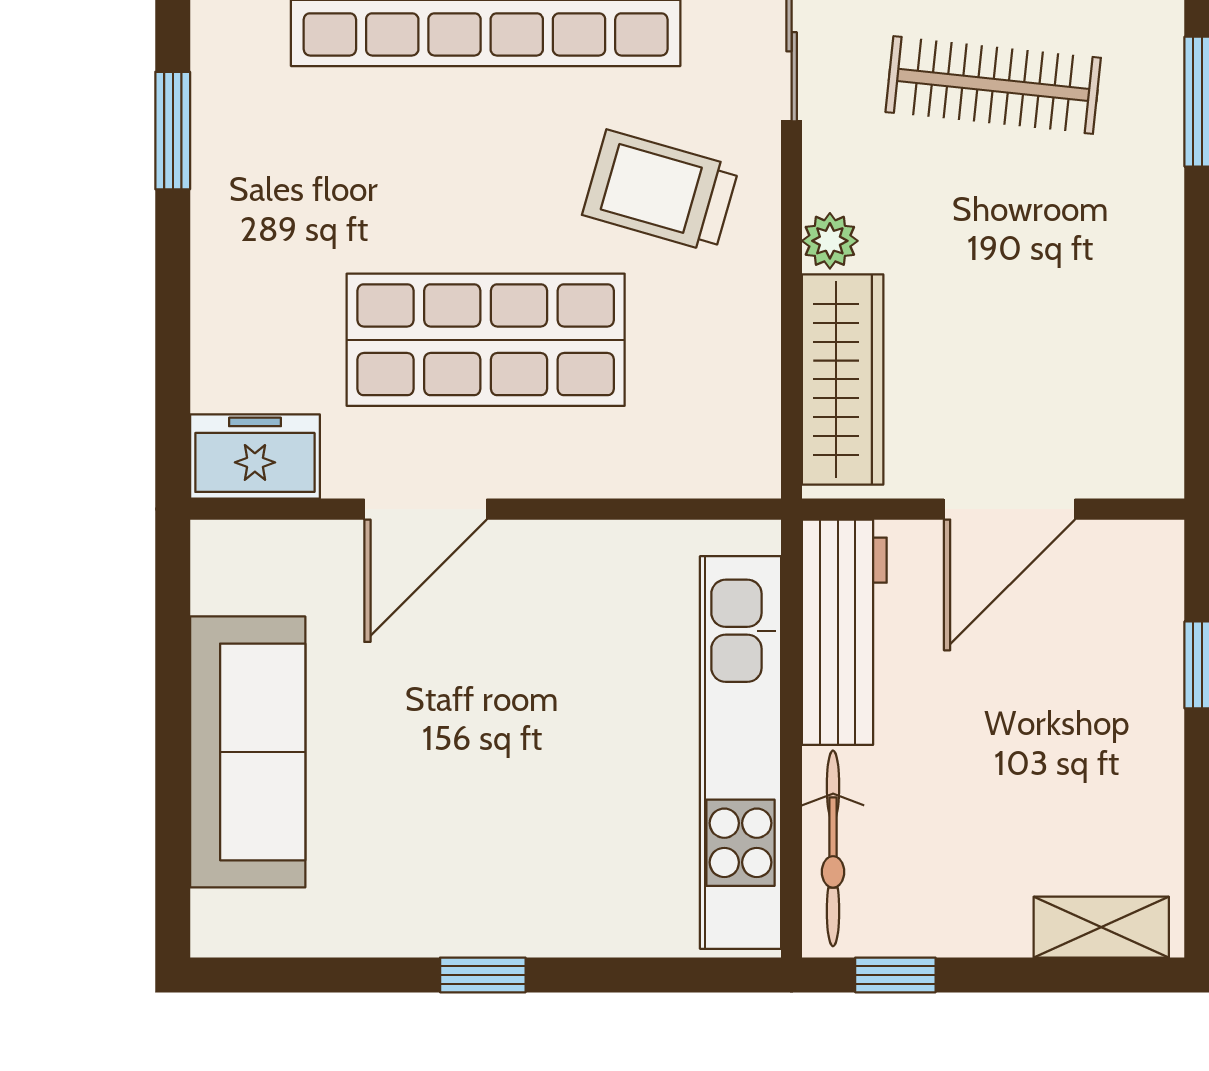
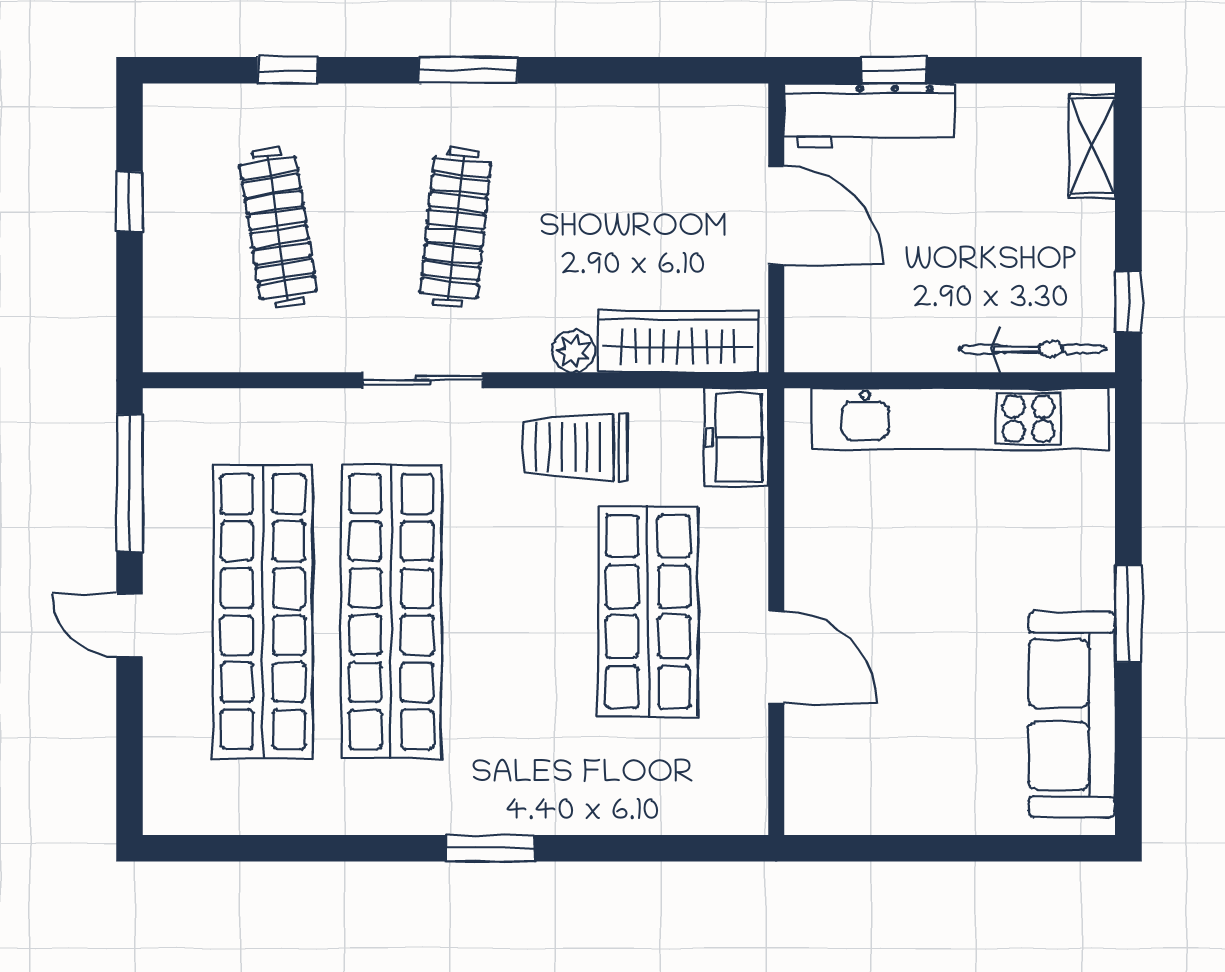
trolley: (661, 191) -> (575, 447), moved, turned 74
freezer: (255, 457) -> (736, 437), moved
workbench: (844, 632) -> (869, 115), moved, turned 180
sofa: (248, 752) -> (1072, 715), moved, turned -90
window: (483, 975) -> (1128, 614), width x1.50

